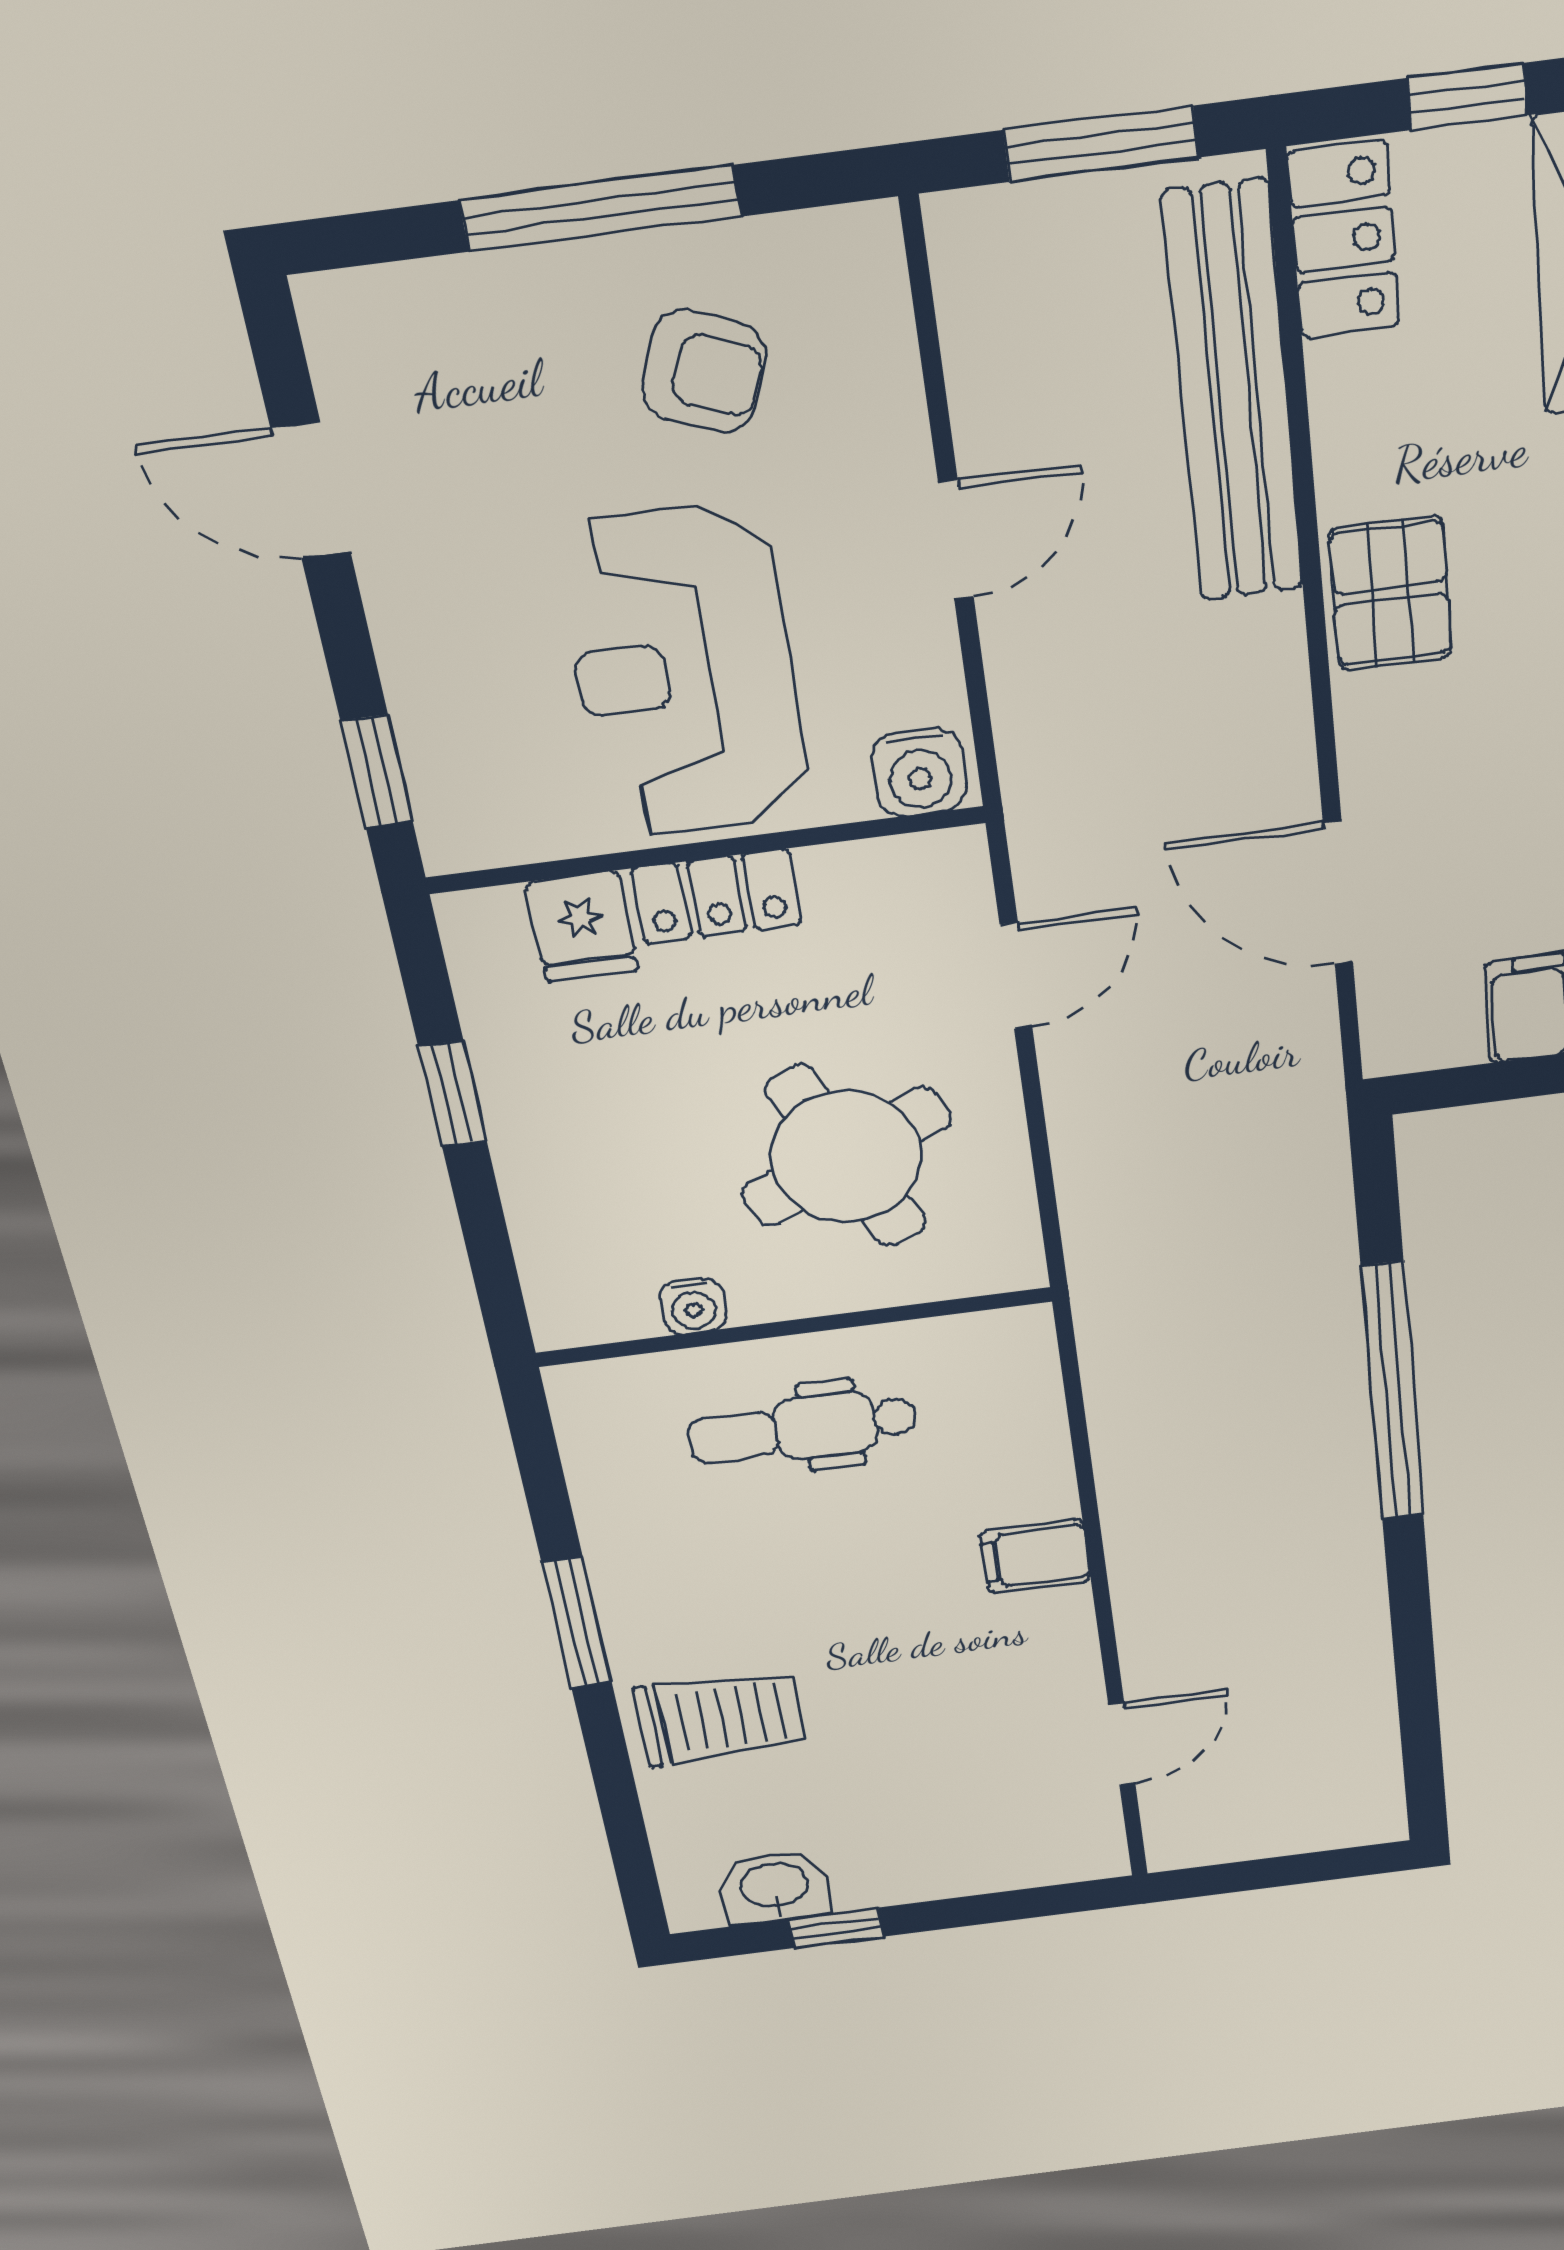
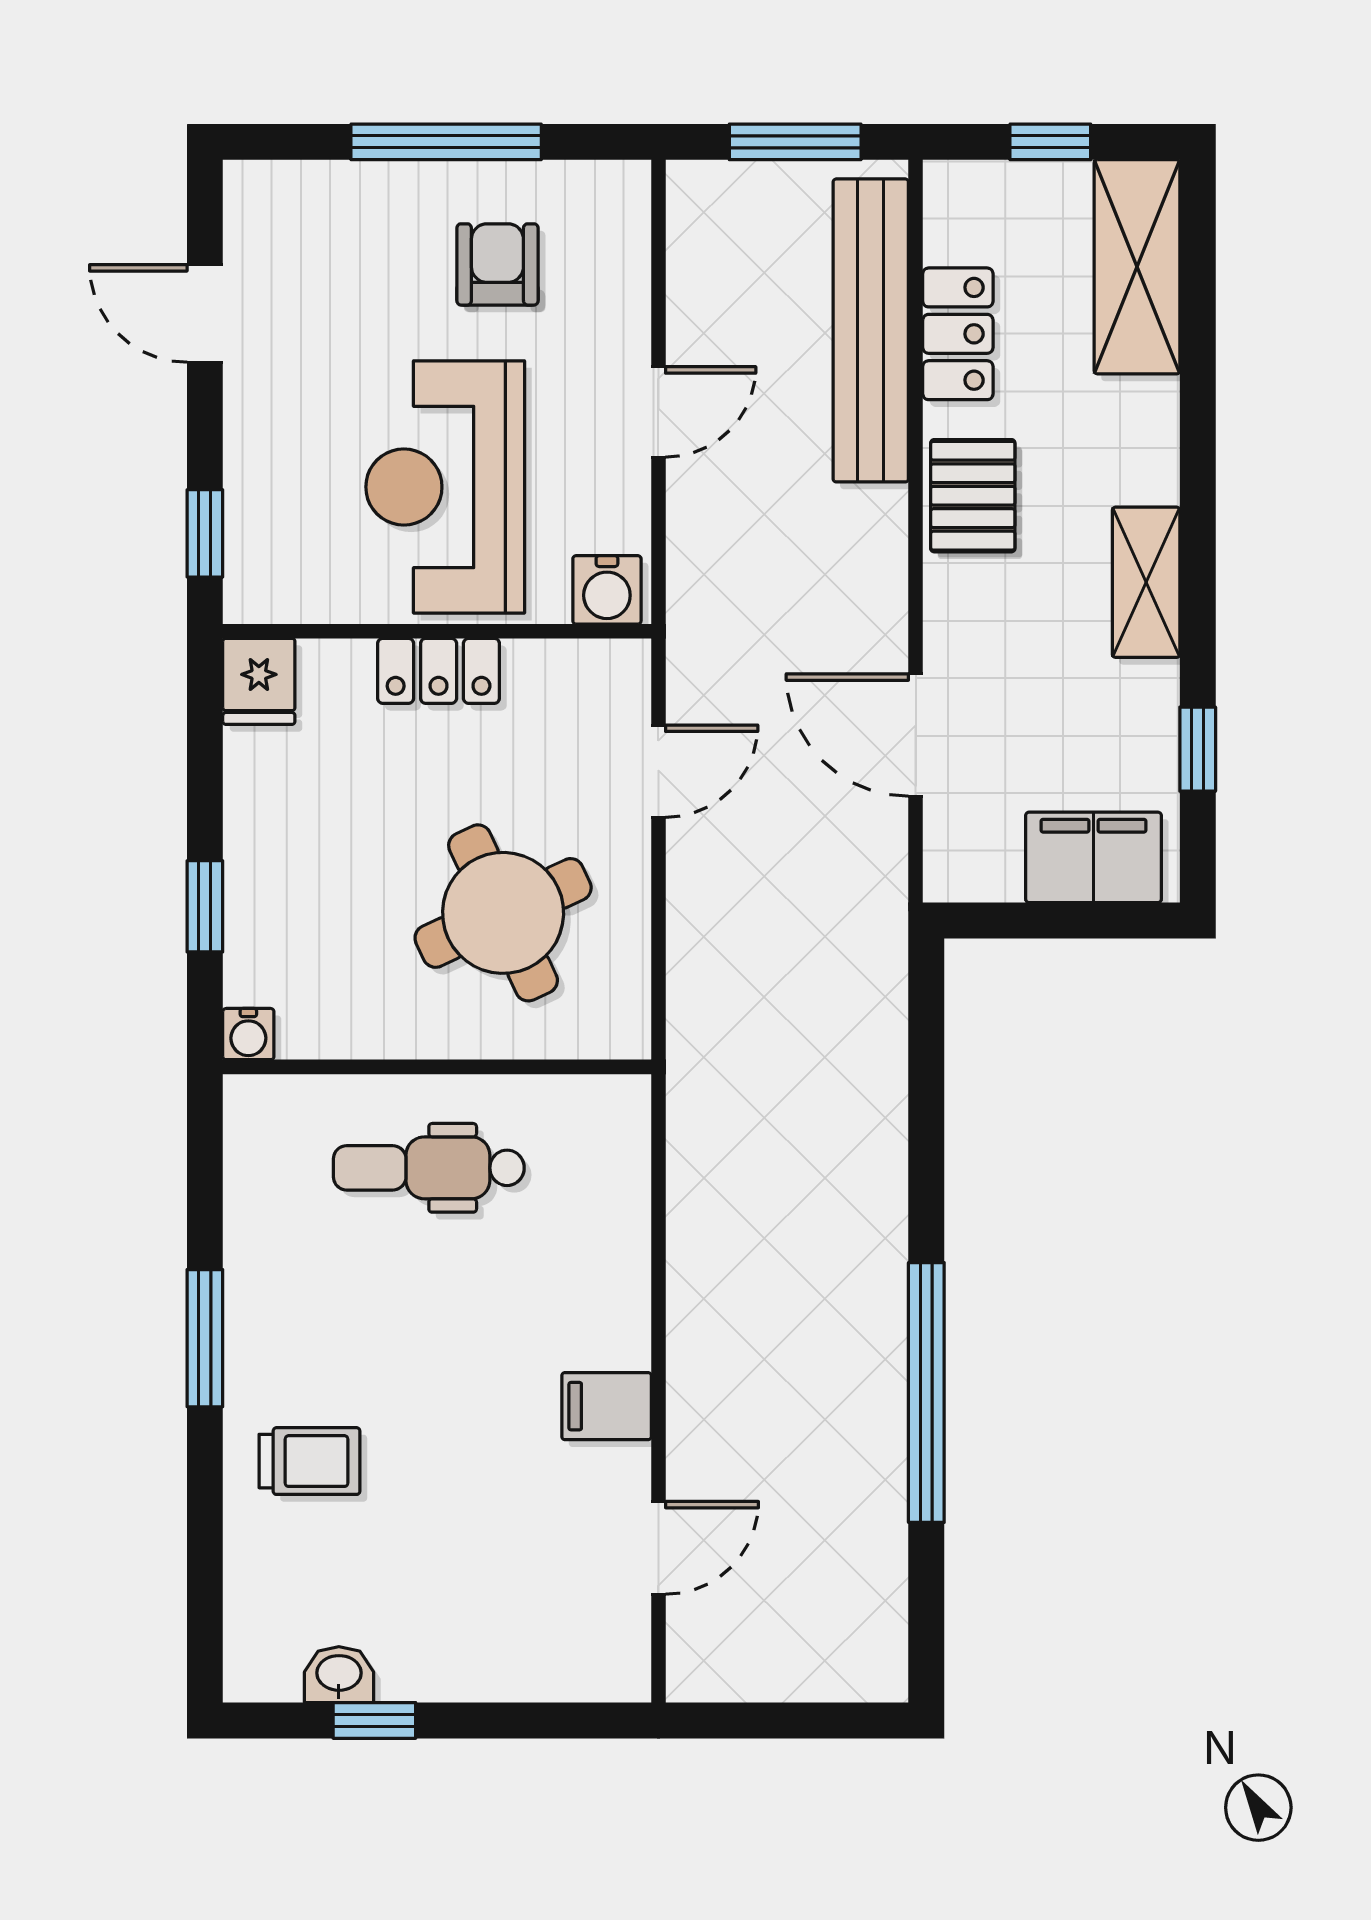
locker: (1344, 239) -> (958, 334), moved
armchair: (704, 372) -> (497, 264), turned -112
fridge: (582, 926) -> (259, 681), moved
window: (453, 1094) -> (205, 906), moved
water cooler: (693, 1306) -> (248, 1034), moved
window: (1393, 1393) -> (926, 1393), moved
filing cabinet: (1035, 1556) -> (607, 1406), moved
trolley: (720, 1718) -> (309, 1461), width x0.73, depth x0.72
washbasin: (774, 1887) -> (339, 1675), width x0.72, depth x0.69

